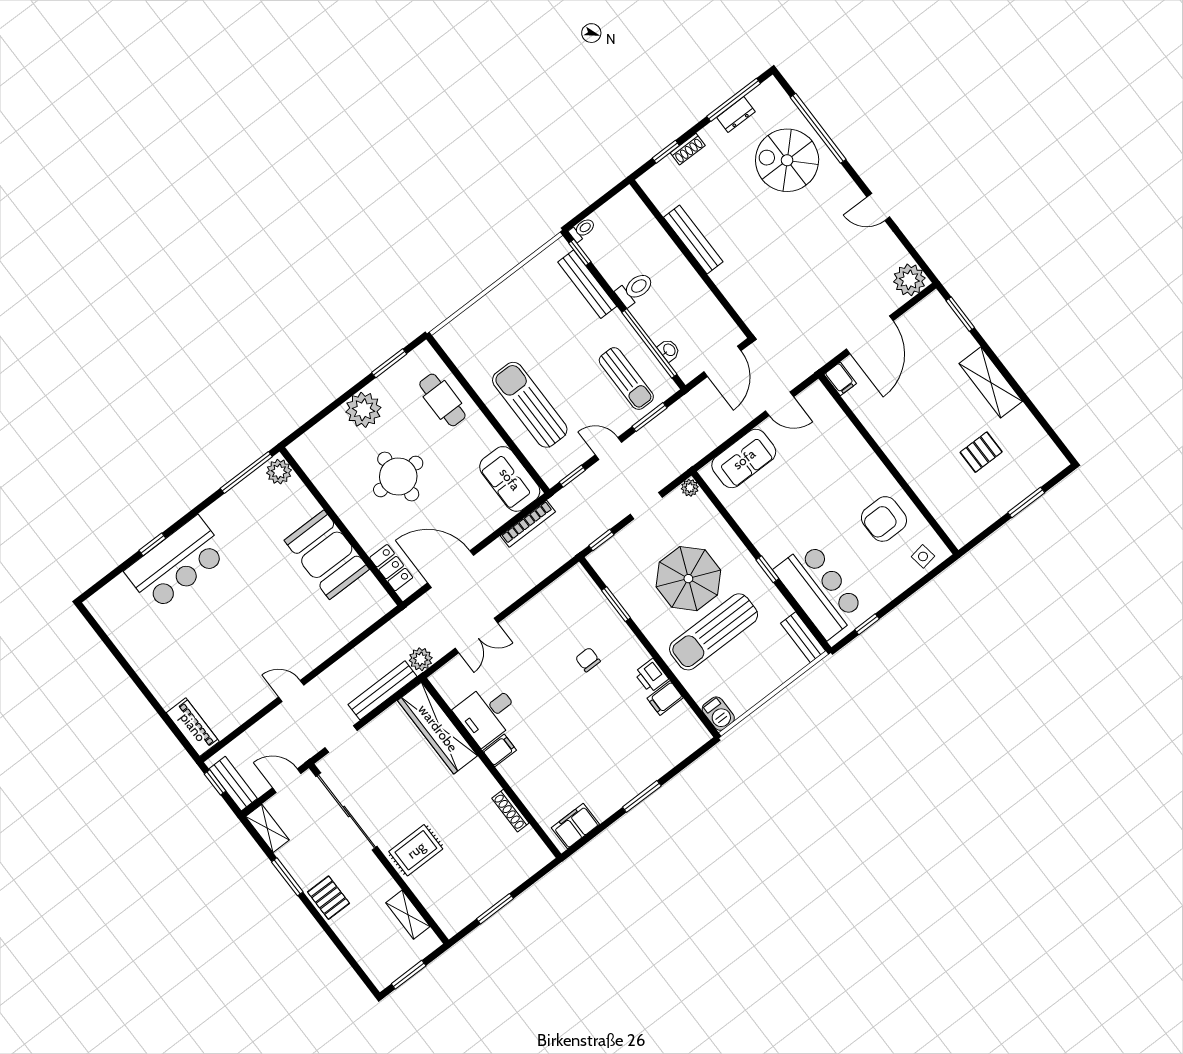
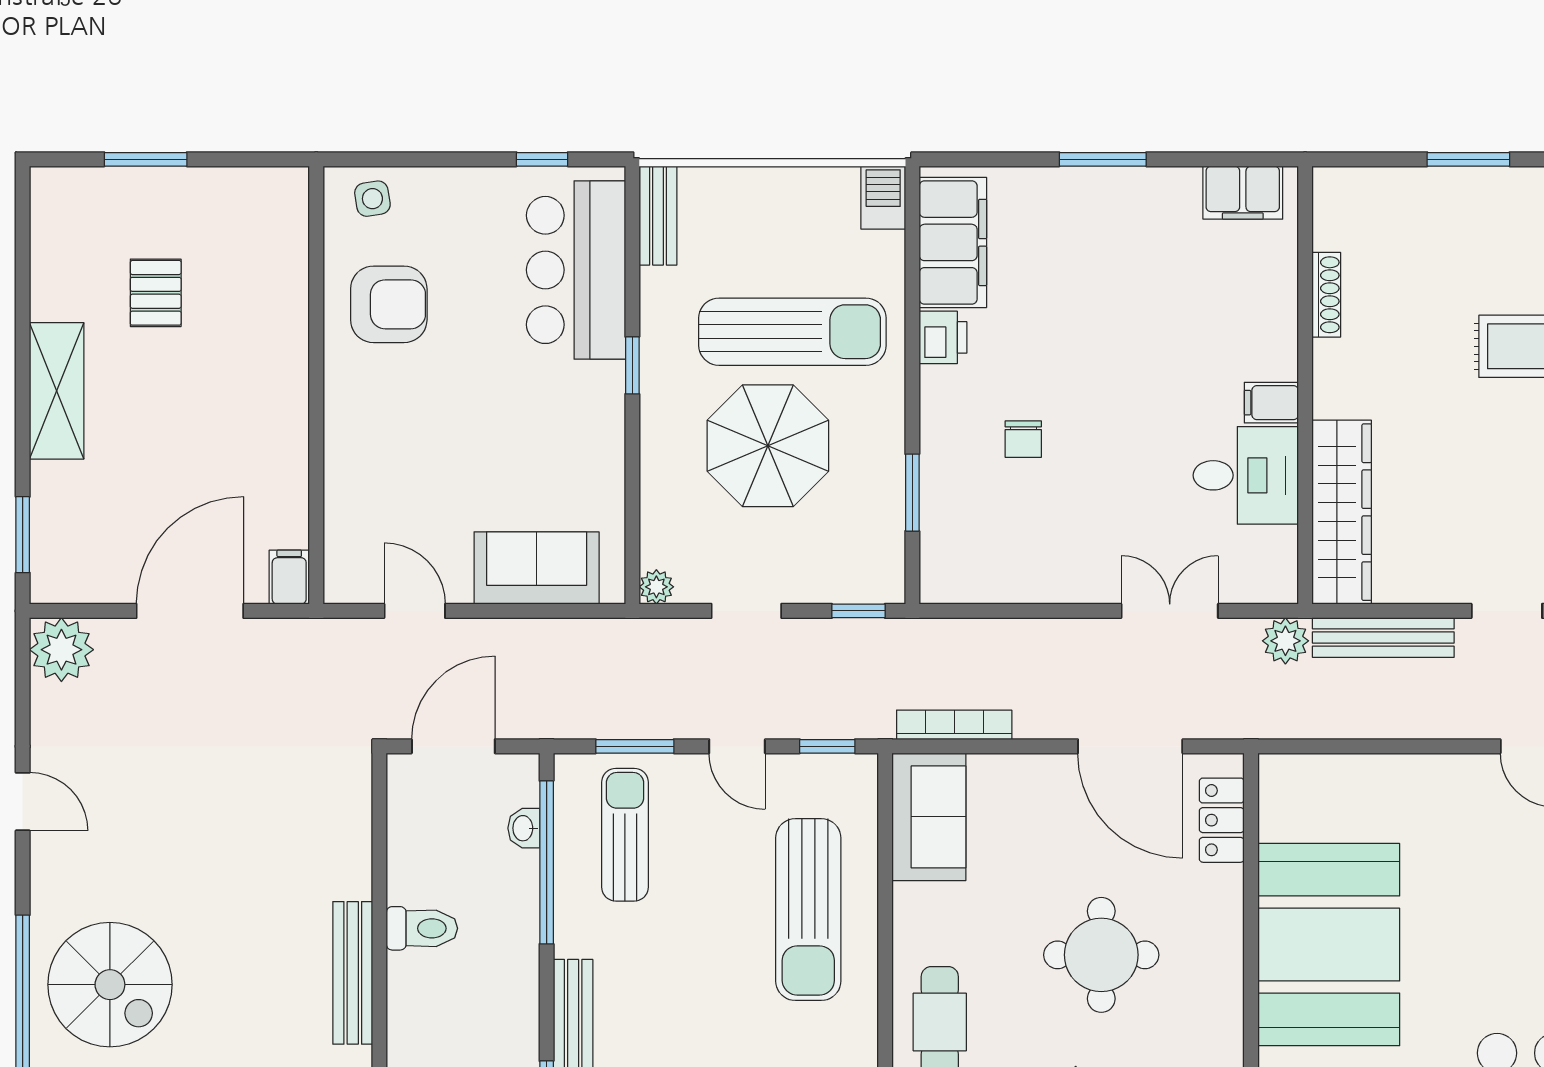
toilet: (635, 289) -> (422, 928), moved, turned 180
pallet: (981, 452) -> (156, 293), turned 90
booth: (327, 555) -> (1329, 945), width x1.36, depth x1.42
filing cabinet: (665, 698) -> (953, 242), width x3.00, depth x1.17

